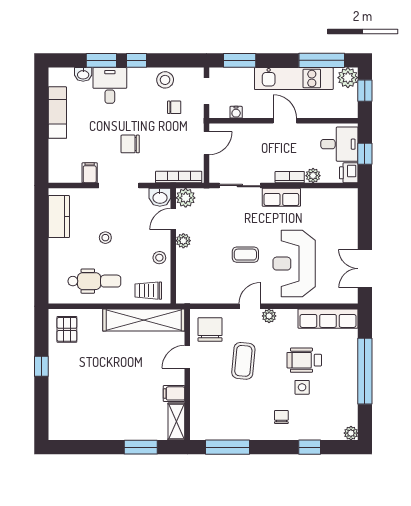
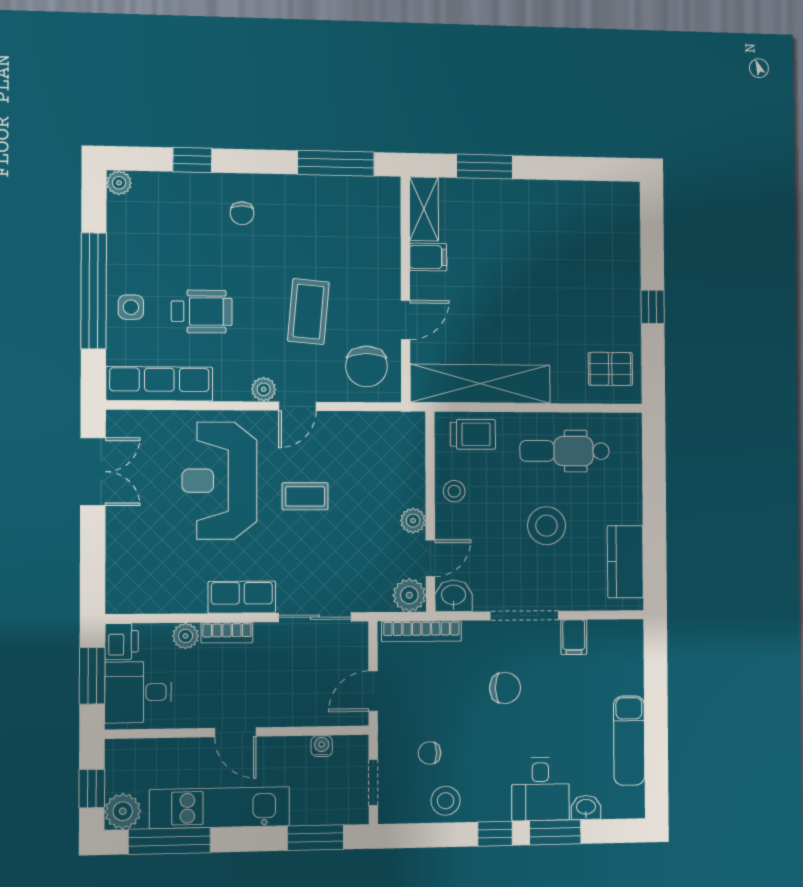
window: (365, 154) -> (92, 676), width x1.50
stool: (105, 238) -> (547, 526), width x1.89, depth x1.89
reception desk: (294, 264) -> (219, 481), turned 180
pallet: (67, 329) -> (610, 369), turned 90
side table: (302, 387) -> (131, 307), moved

